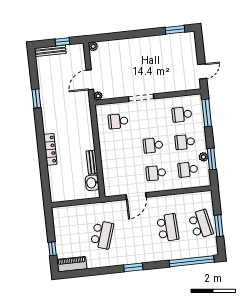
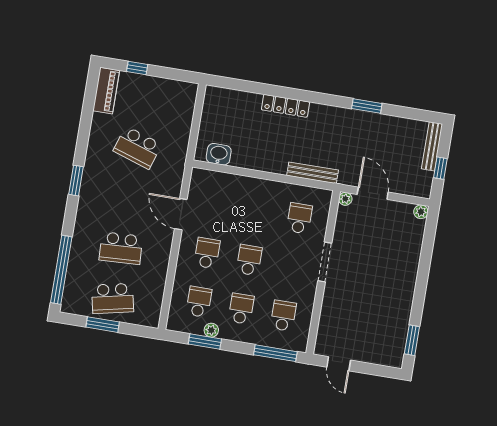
bench: (92, 162) -> (313, 173), moved, width x1.36

